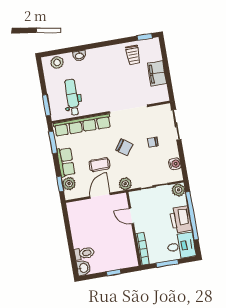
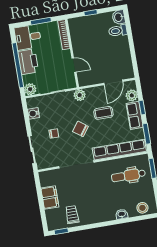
dental chair: (72, 97) -> (128, 176), turned 90
window: (60, 184) -> (142, 108), moved
door: (100, 196) -> (113, 82), moved

